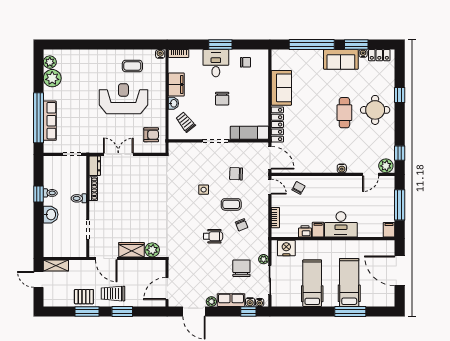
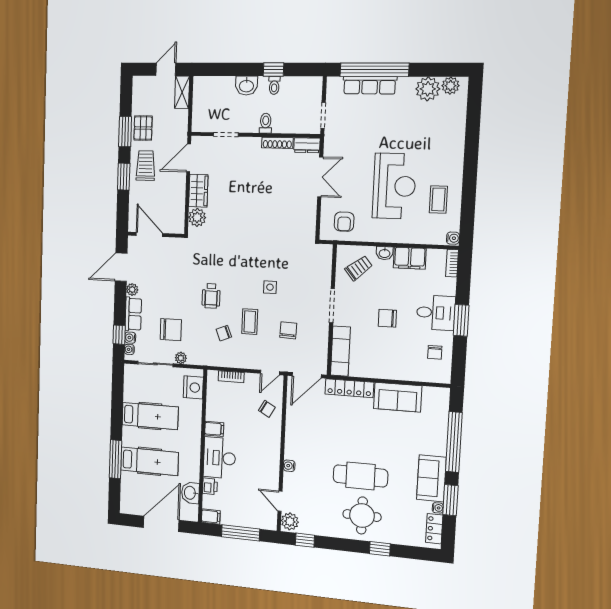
cafe table: (344, 113) -> (360, 476), width x1.37, depth x1.35
printer: (305, 231) -> (210, 486), moved
washbasin: (372, 247) -> (190, 493), added

